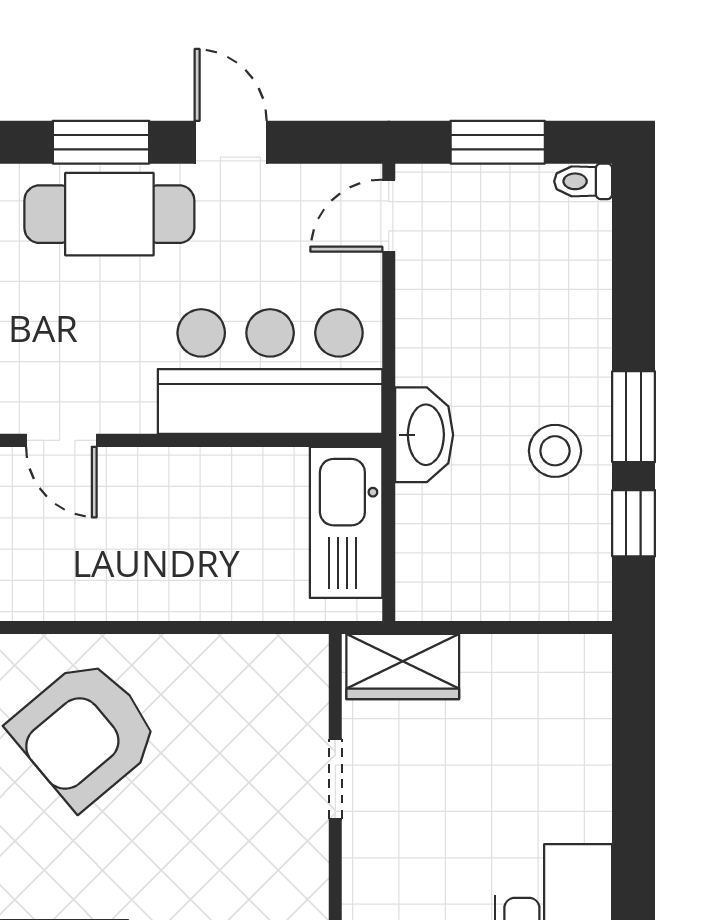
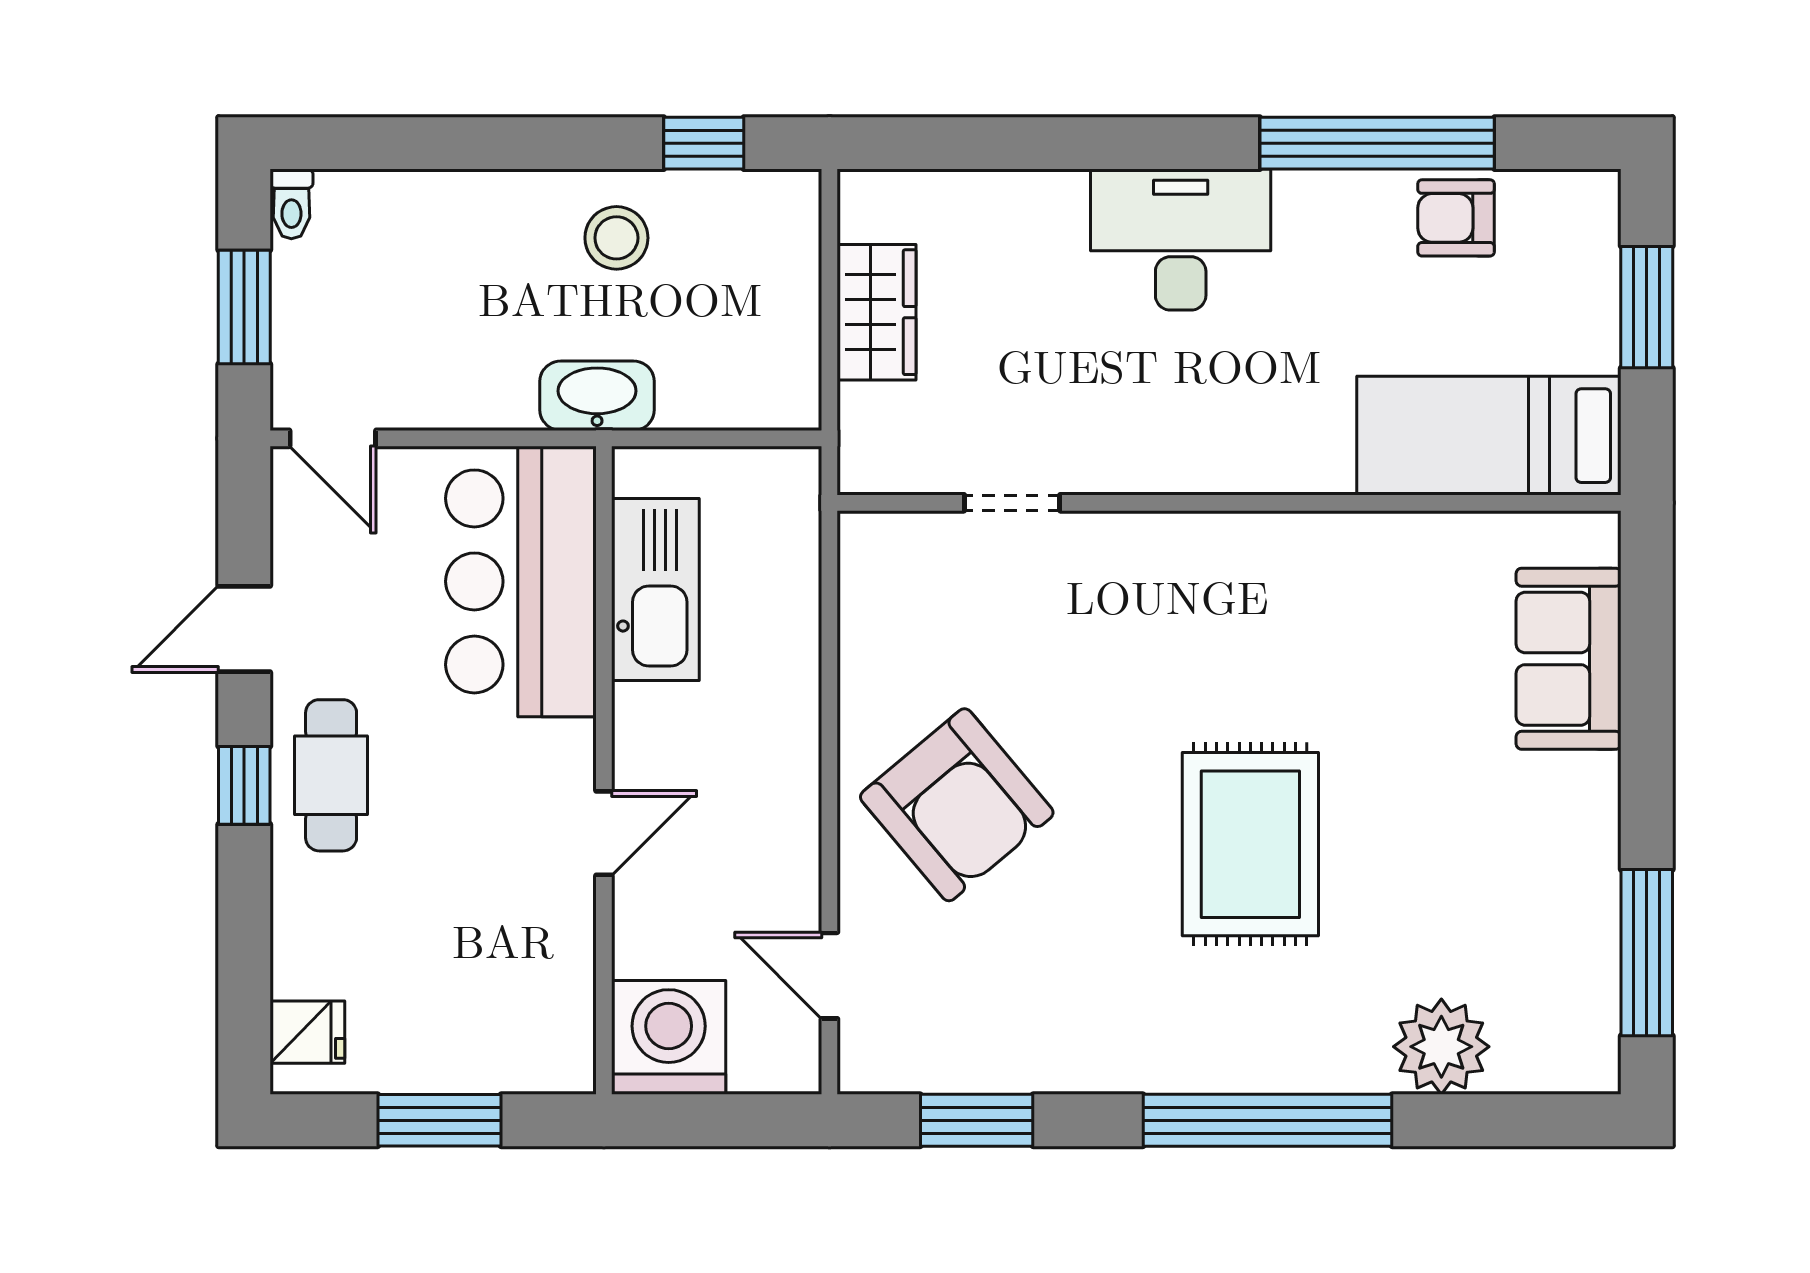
window: (101, 142) -> (244, 785), width x0.67
cafe table: (109, 214) -> (331, 775), width x0.73, depth x0.74
window: (634, 417) -> (575, 143), removed
kitchen sink: (346, 522) -> (655, 590), moved, turned -90
wardrobe: (403, 667) -> (877, 312), moved

